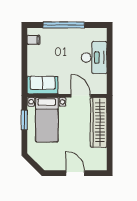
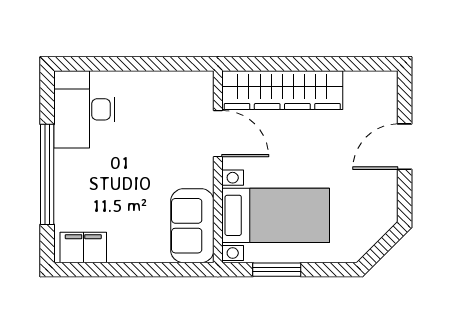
filing cabinet: (34, 40) -> (83, 247), width x2.00
desk: (94, 58) -> (84, 109), moved, turned -90
door: (81, 96) -> (218, 134), swing flipped

